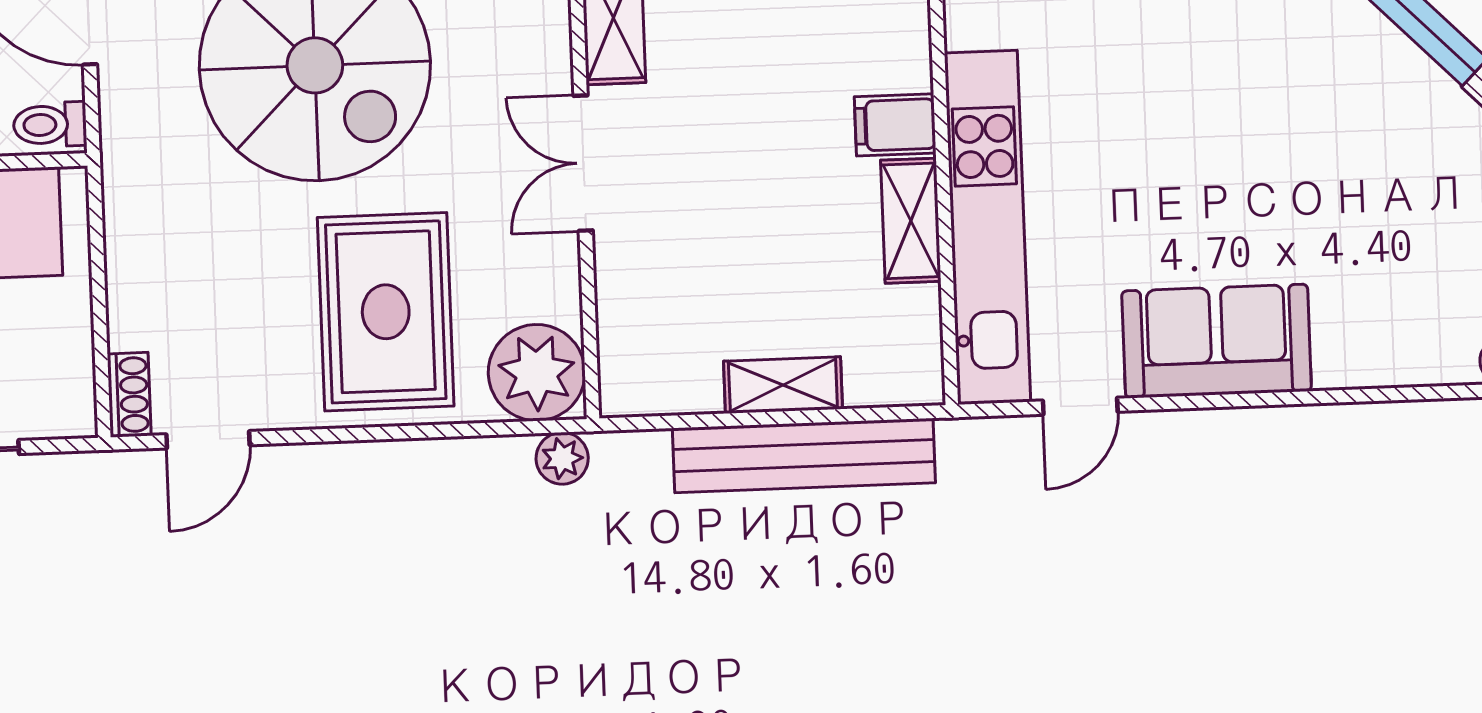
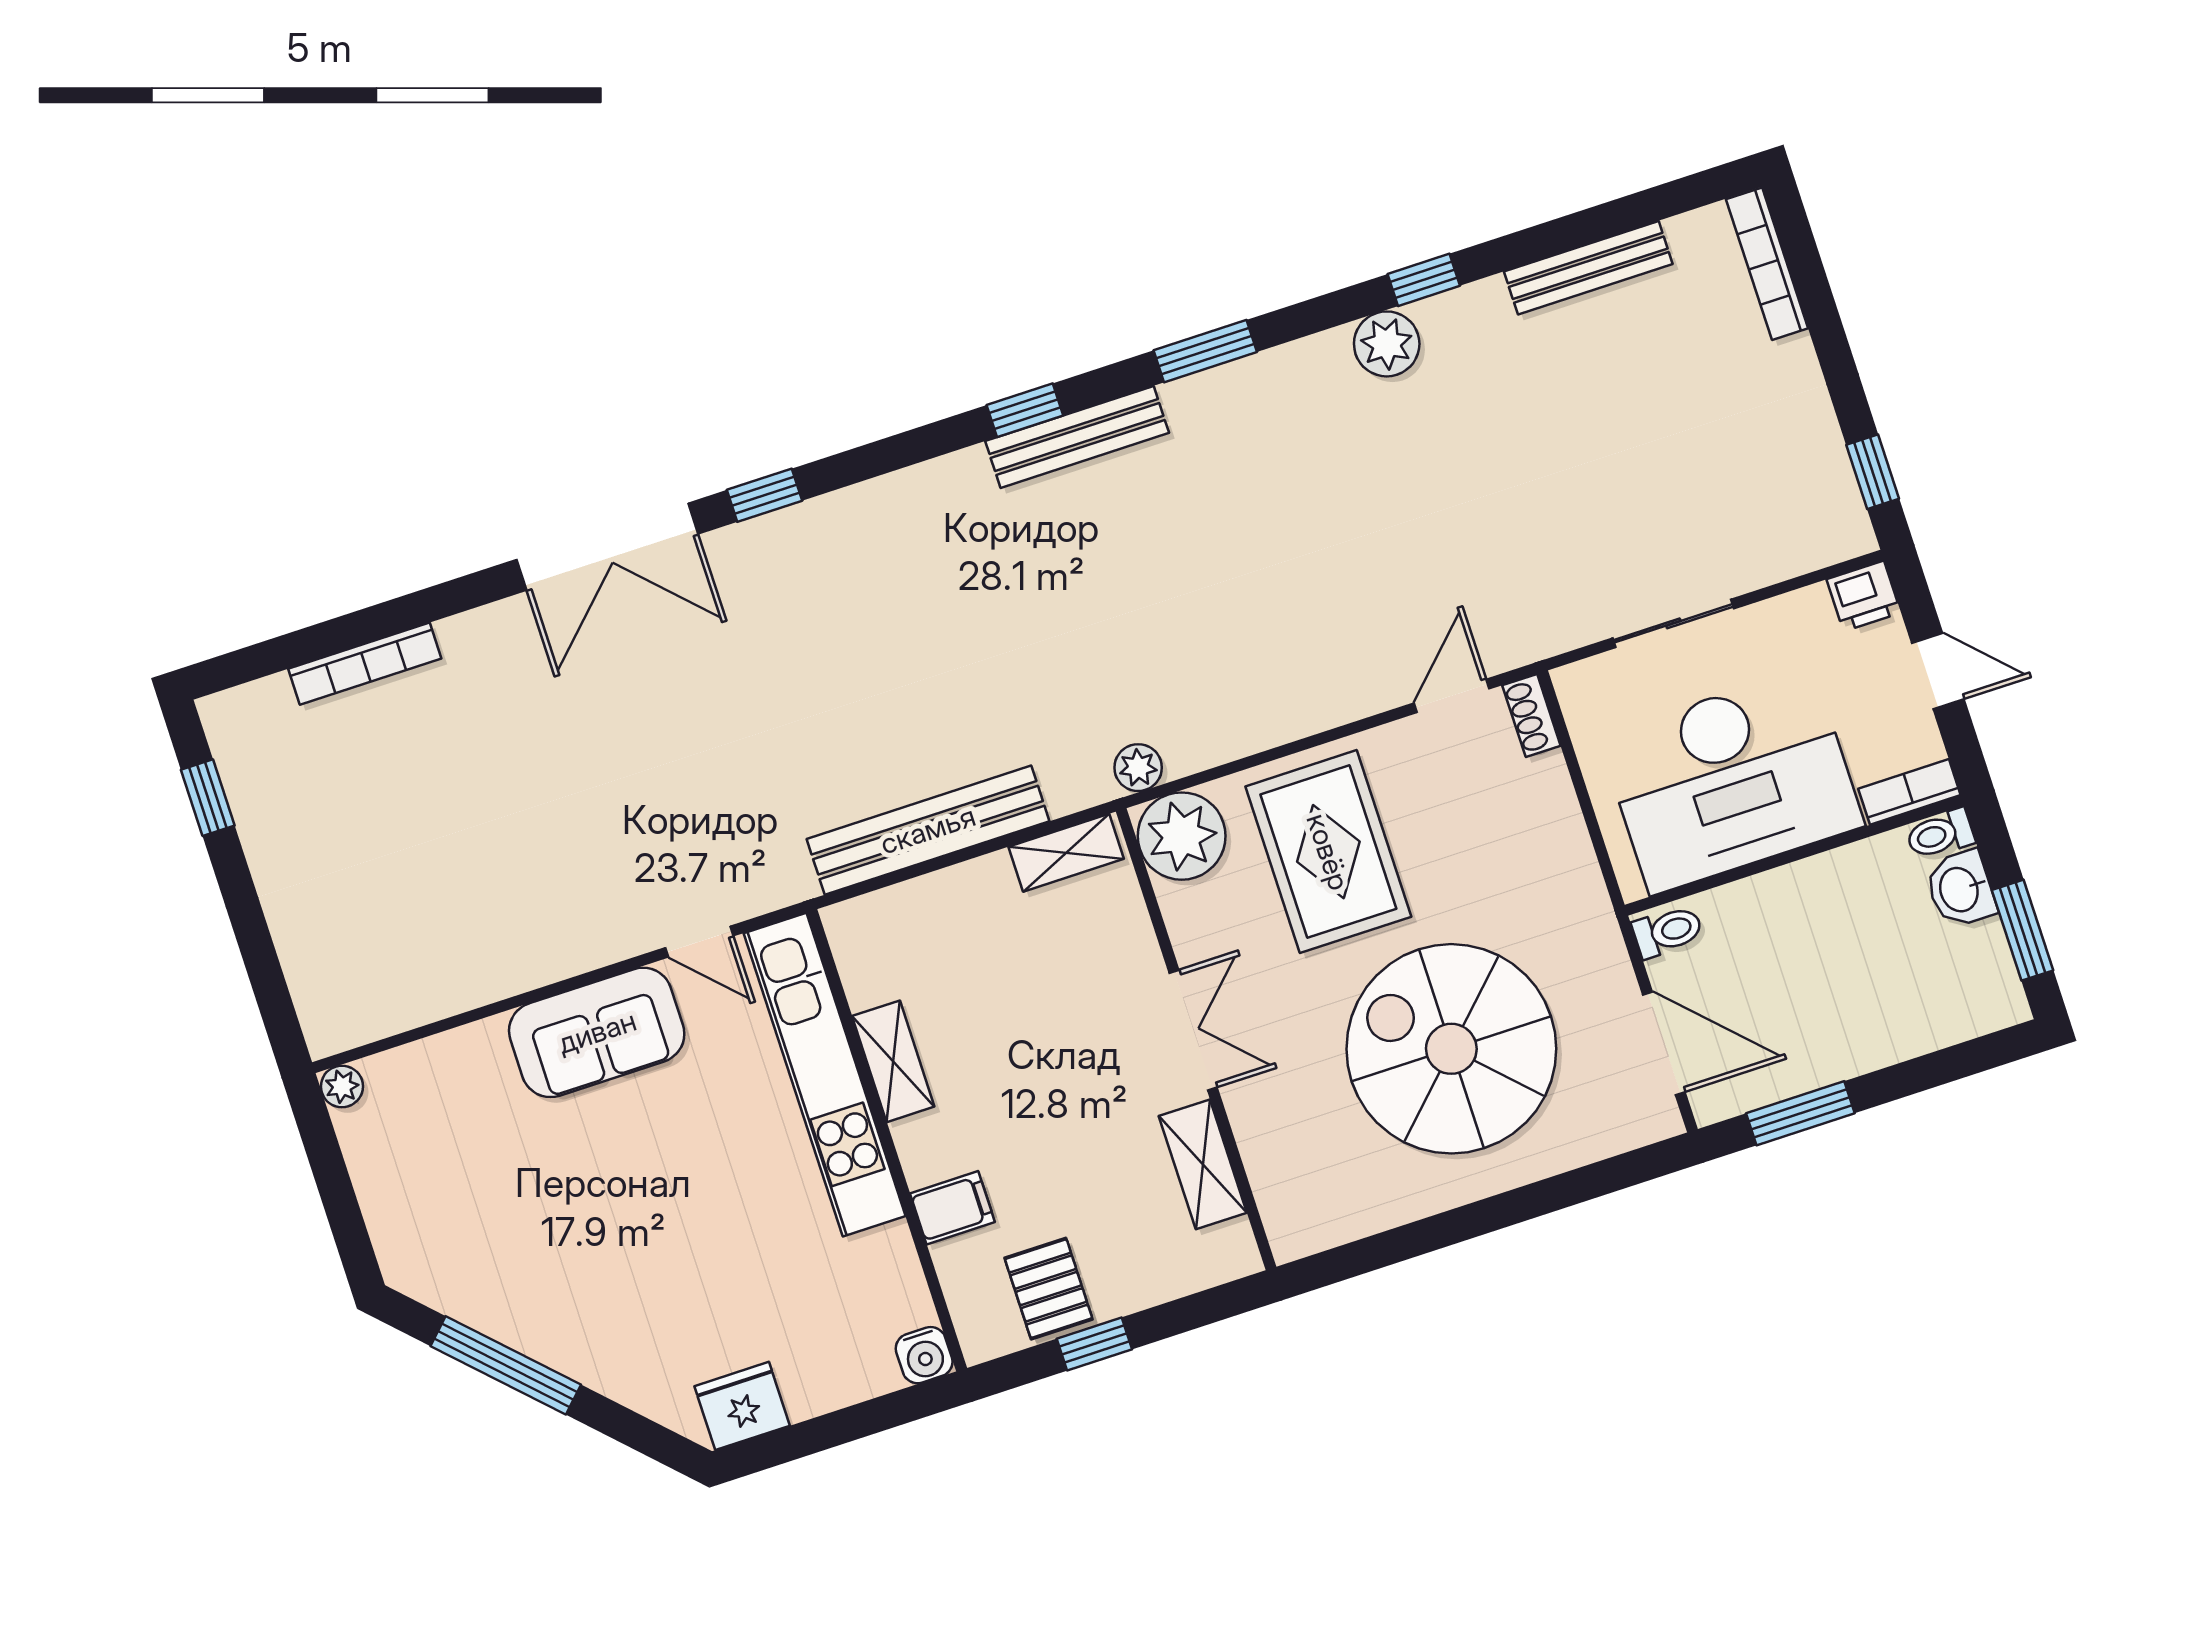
filing cabinet: (895, 125) -> (952, 1208), moved
shelving: (783, 385) -> (1066, 853), moved
door: (1080, 406) -> (699, 942), swing flipped

